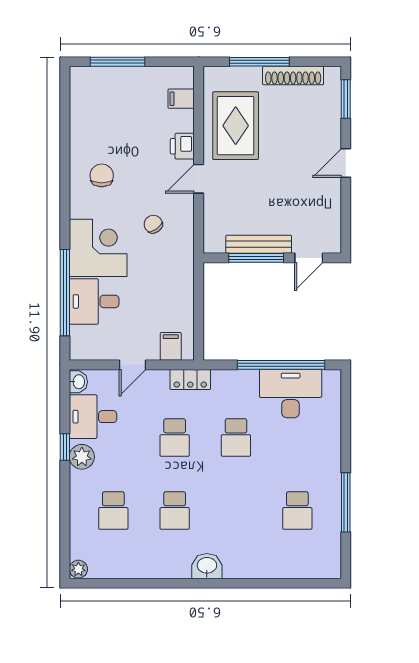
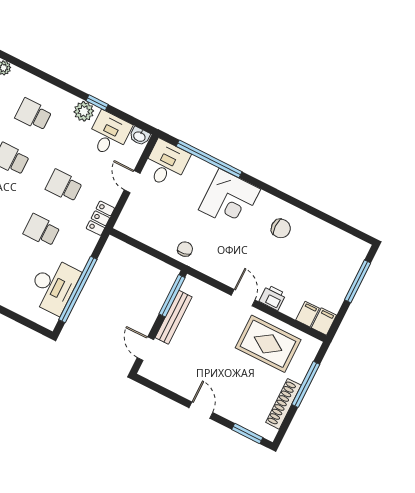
chair: (153, 224) -> (185, 249), moved, turned -66
window: (256, 258) -> (172, 296), moved
desk: (94, 301) -> (166, 164), moved
filing cabinet: (171, 346) -> (324, 322), moved, turned -90

